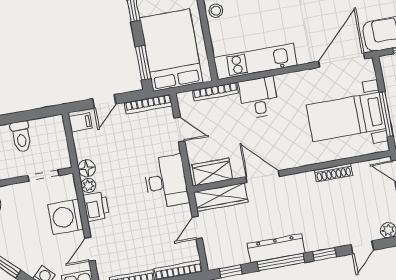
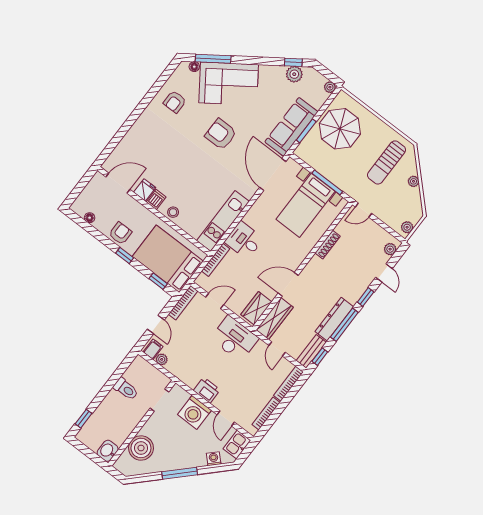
window: (143, 63) -> (158, 281), width x0.67
floor lamp: (87, 168) -> (181, 373), removed
plant: (88, 186) -> (162, 359), moved
bench: (227, 259) -> (311, 351), added

